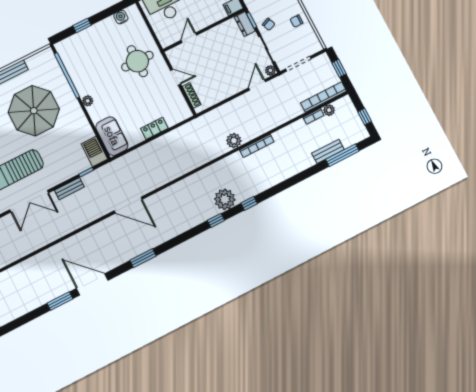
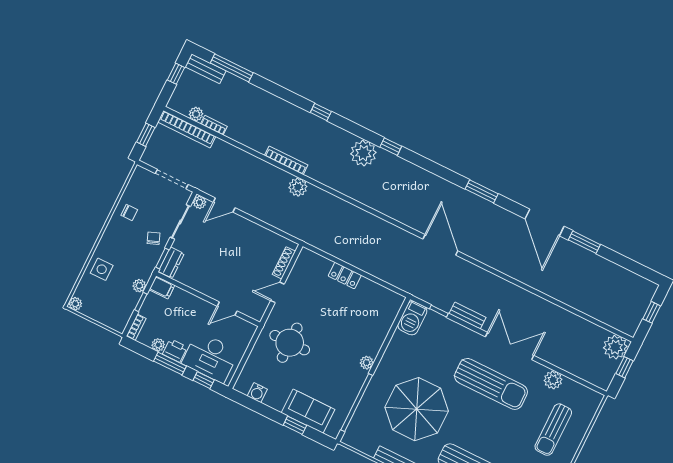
door: (176, 77) -> (277, 292), hinge flipped
sofa: (112, 136) -> (308, 411), moved, turned 90
bench: (328, 151) -> (206, 69), moved
window: (249, 203) -> (321, 112), moved

